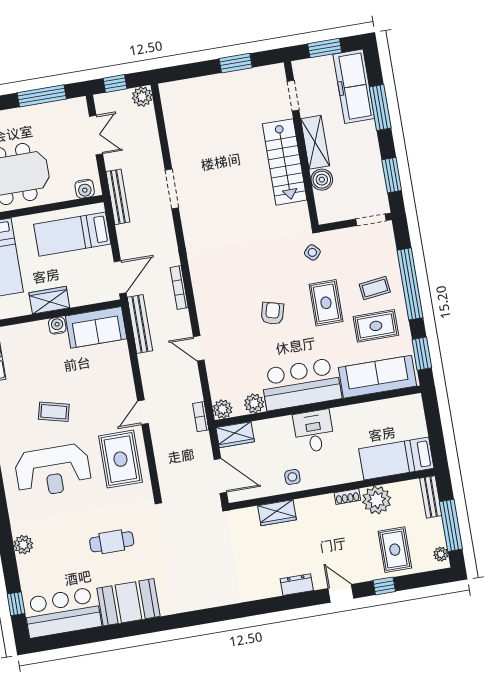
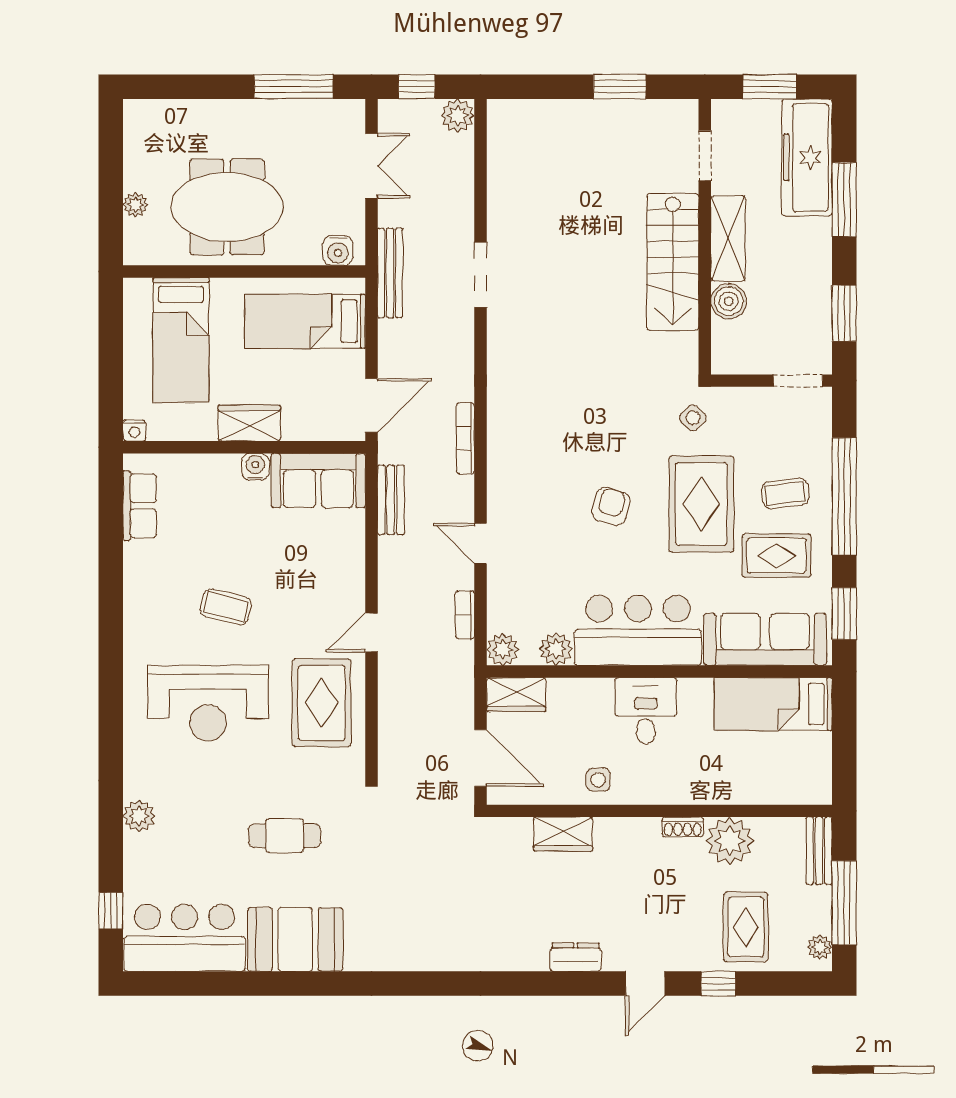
rug: (326, 303) -> (701, 504), width x1.36, depth x1.43
bench: (140, 324) -> (391, 500), width x0.73
bookcase: (201, 417) -> (465, 615), moved
bed: (396, 459) -> (773, 704), moved
door: (341, 593) -> (645, 984), swing flipped

